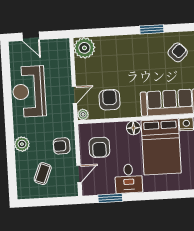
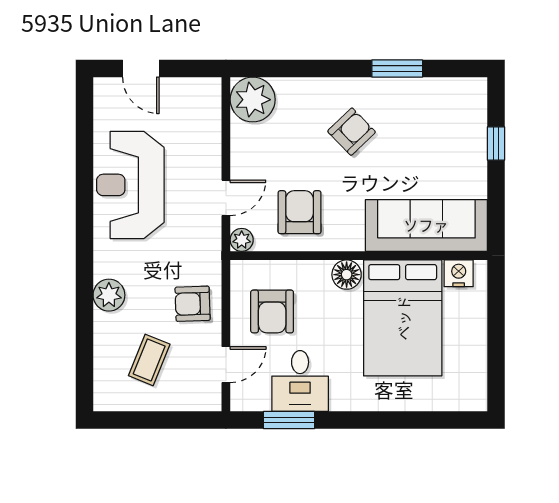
armchair: (178, 52) -> (352, 132), moved
desk: (129, 179) -> (300, 381), moved

